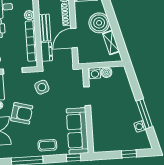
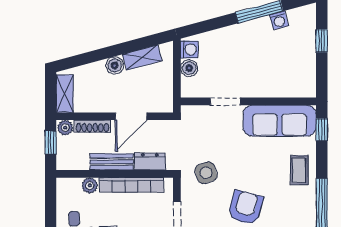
boiler: (99, 23) -> (115, 65), width x0.54, depth x0.54
door: (74, 38) -> (131, 116), hinge flipped
washing machine: (95, 73) -> (189, 49), moved

